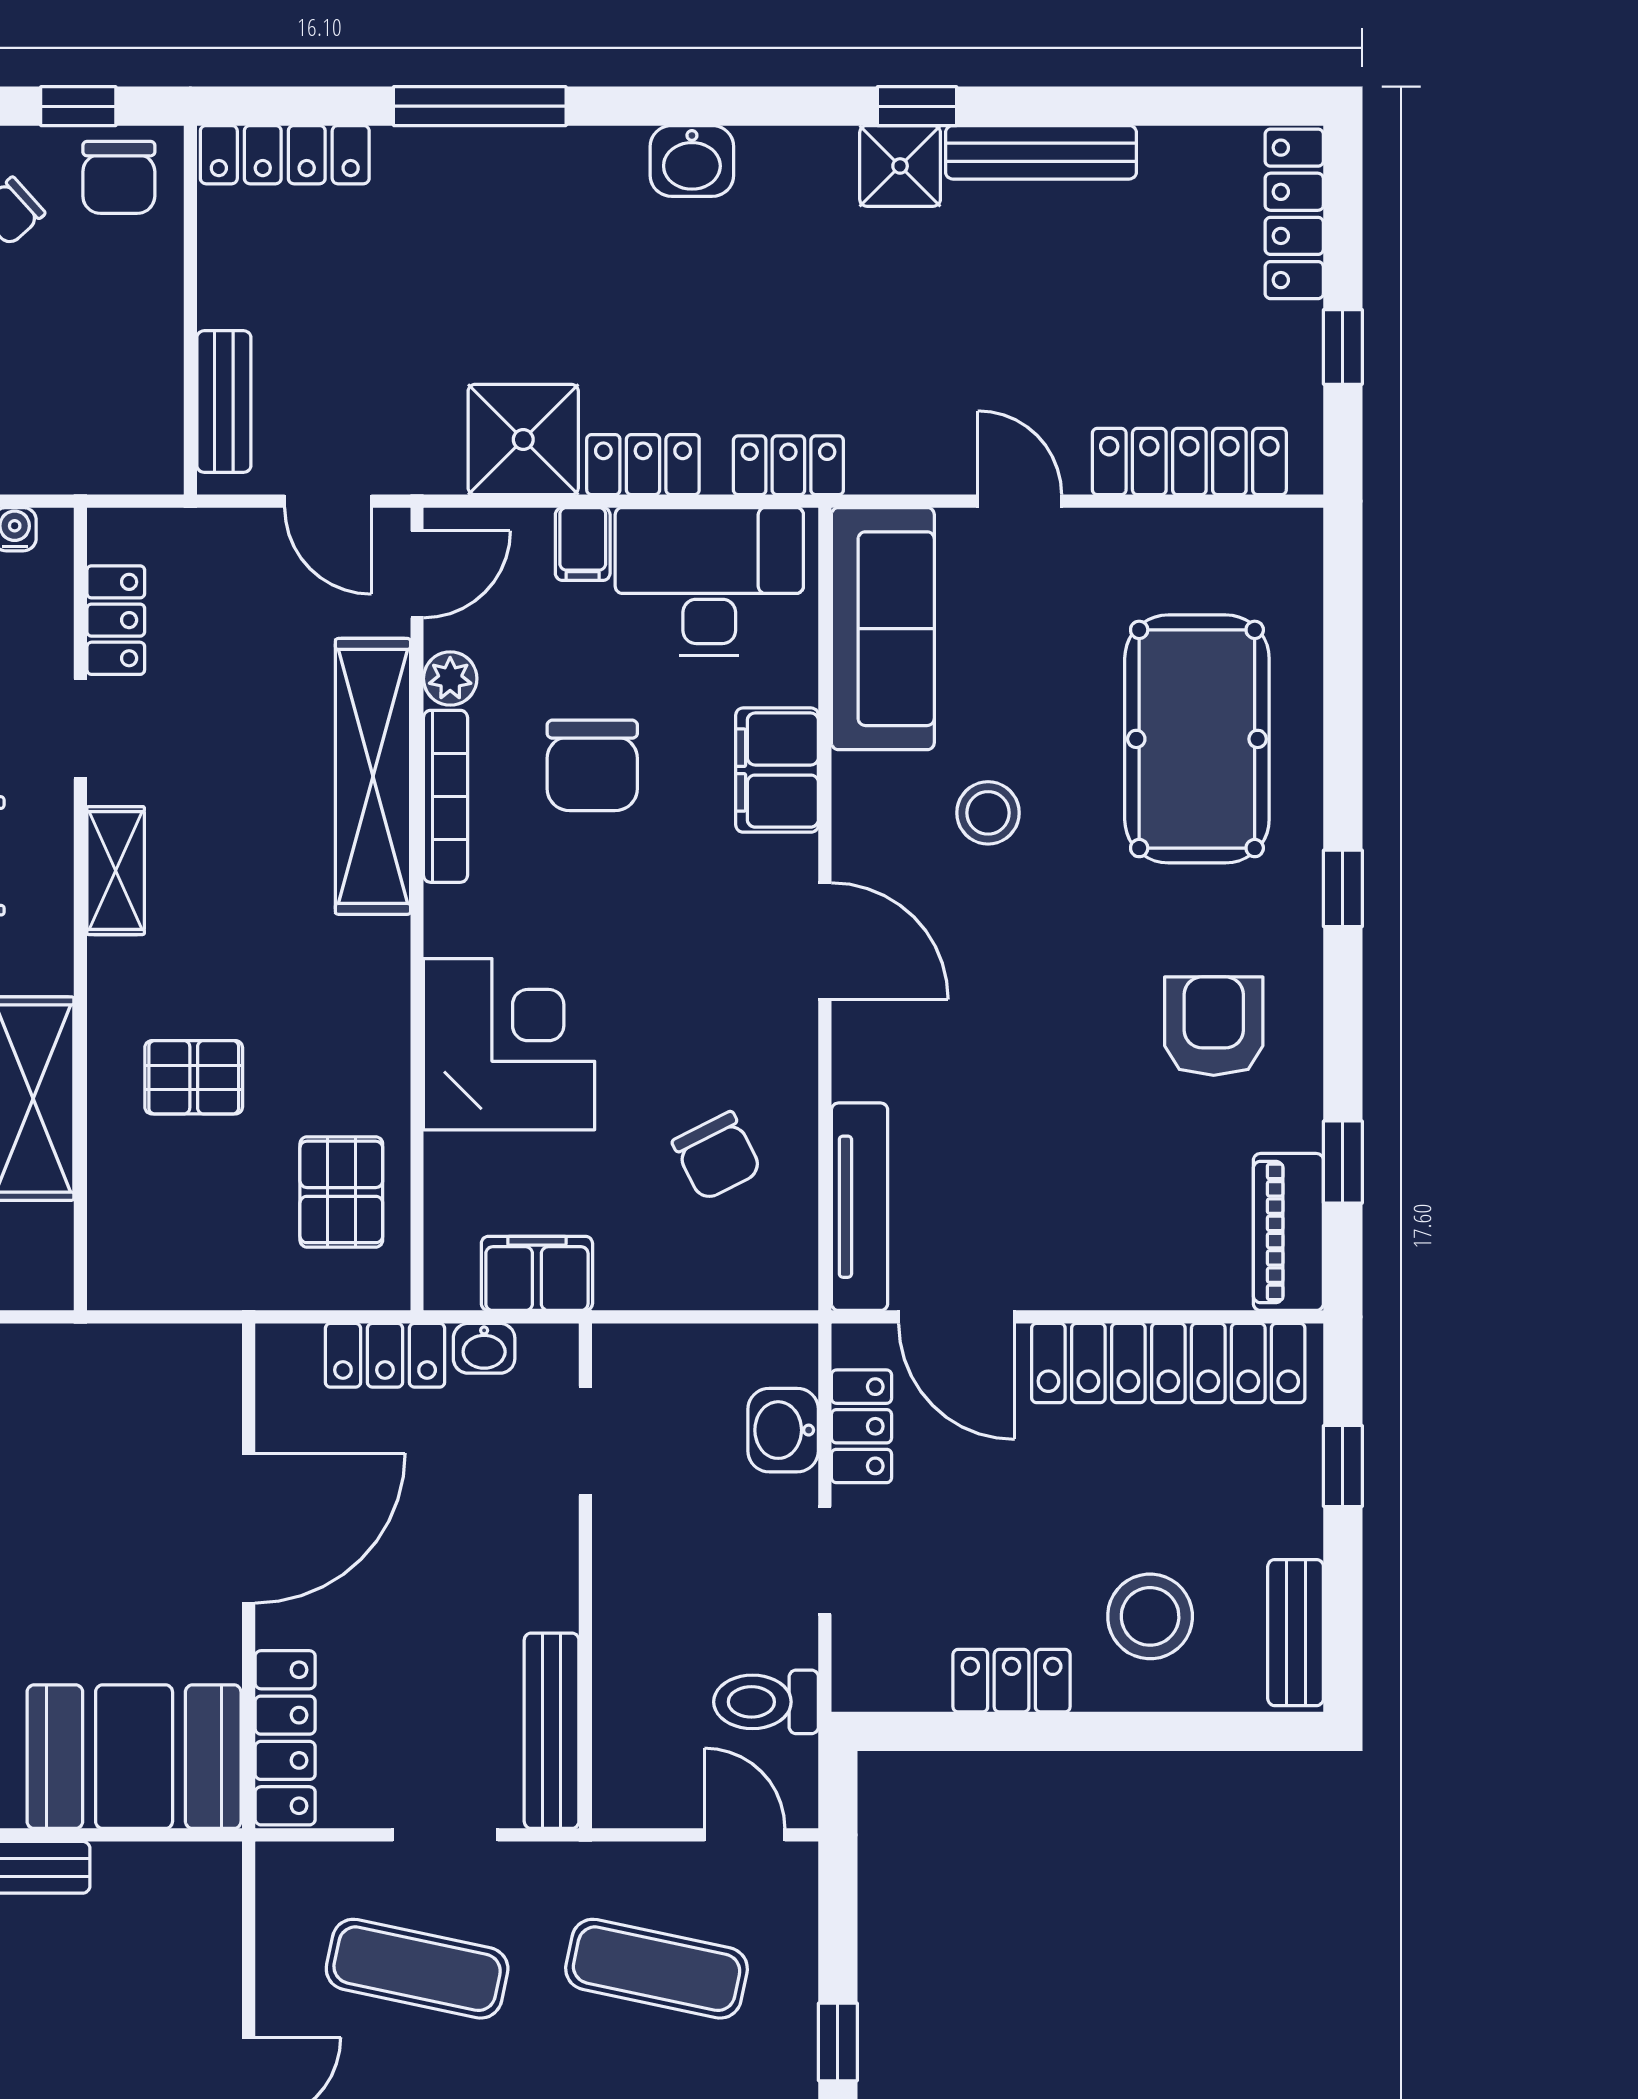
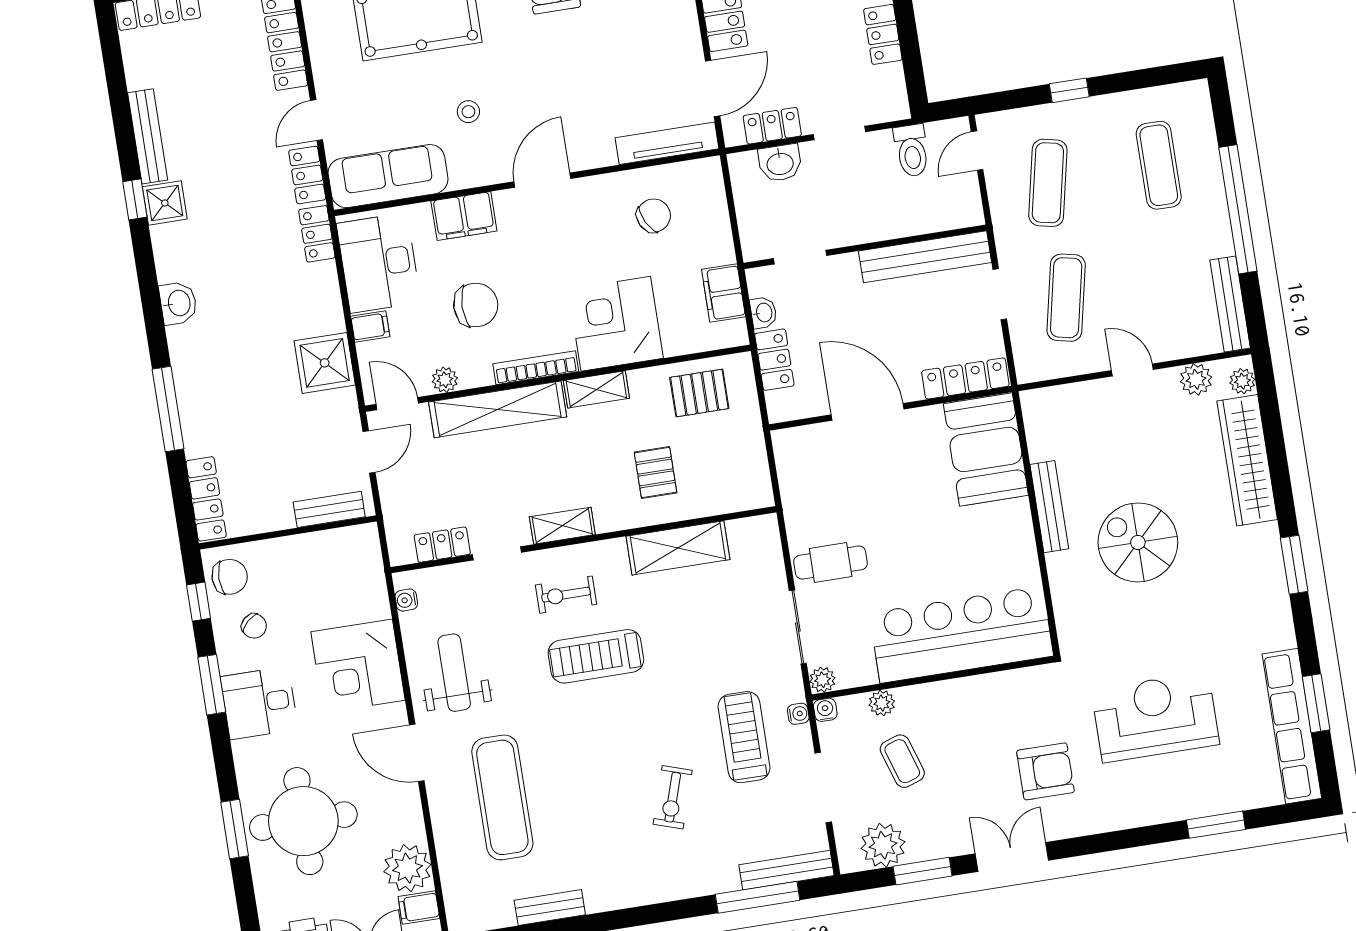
locker: (643, 465) -> (307, 175), moved
bookcase: (445, 796) -> (536, 368), moved
stool: (988, 813) -> (468, 112), width x0.73, depth x0.73
shelving: (382, 984) -> (596, 389), added
bench: (552, 1731) -> (925, 257), width x1.37, depth x1.21

